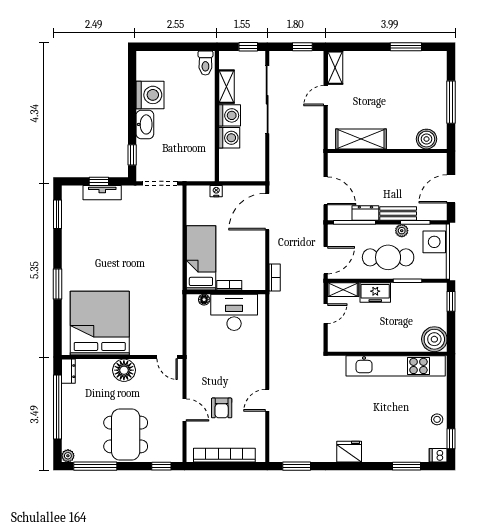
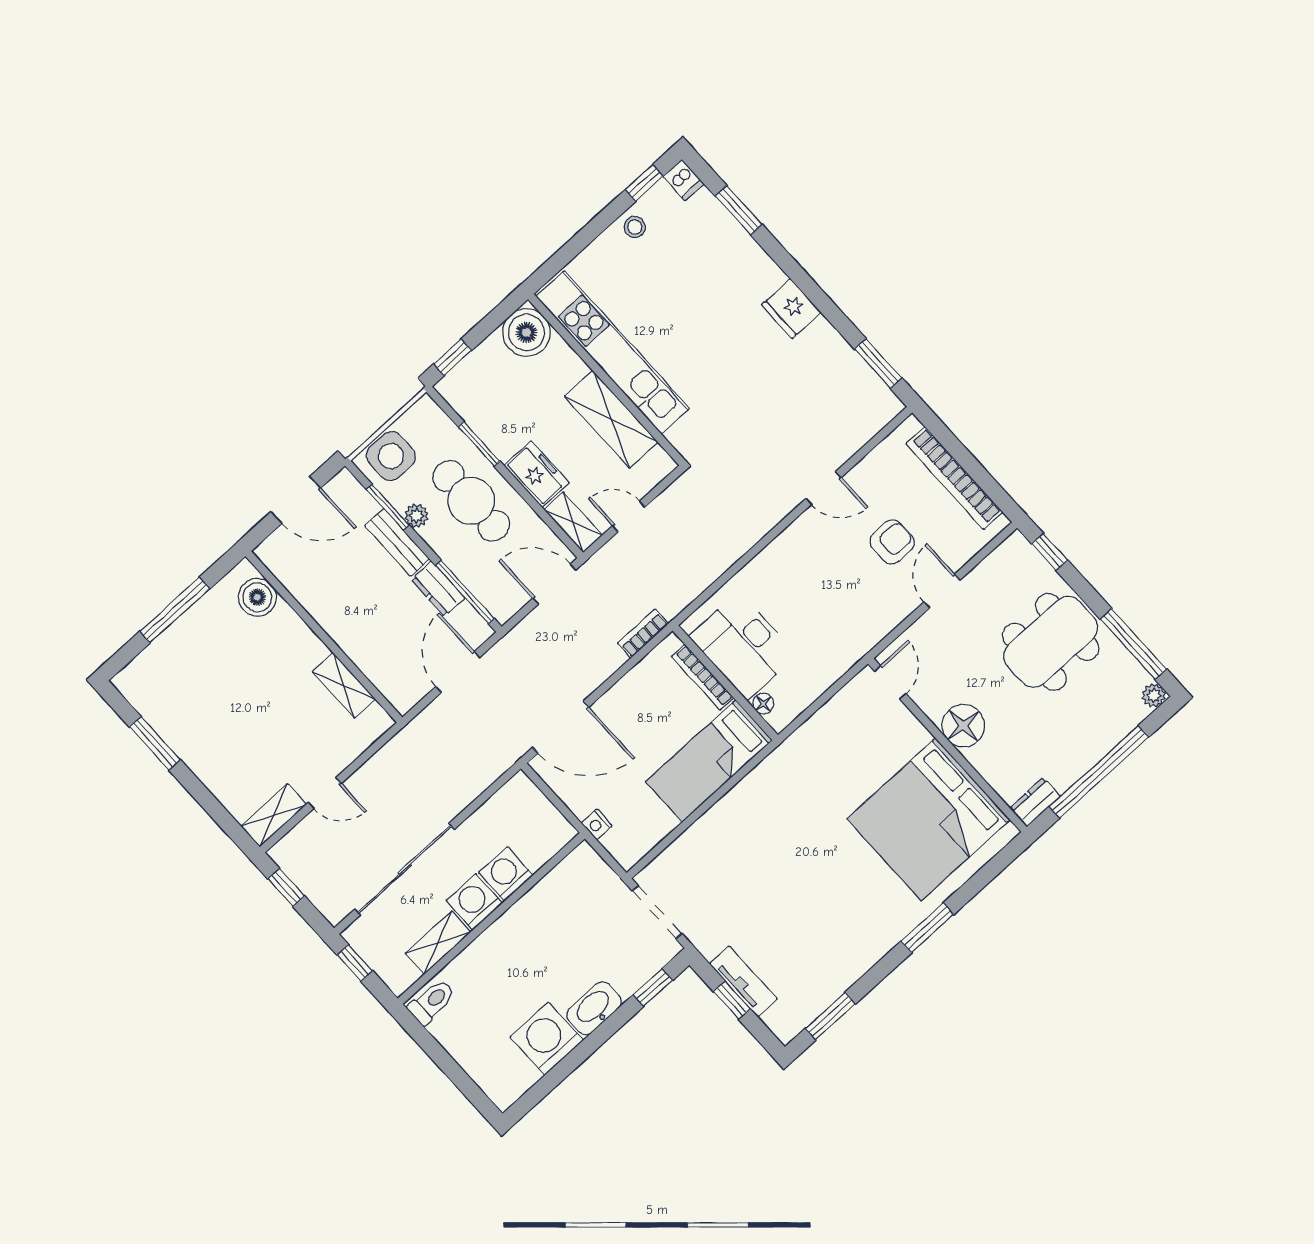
shelving: (361, 139) -> (344, 685), width x0.67, depth x0.75
bookcase: (229, 285) -> (703, 677), width x1.56
shelving: (370, 341) -> (611, 419), added

